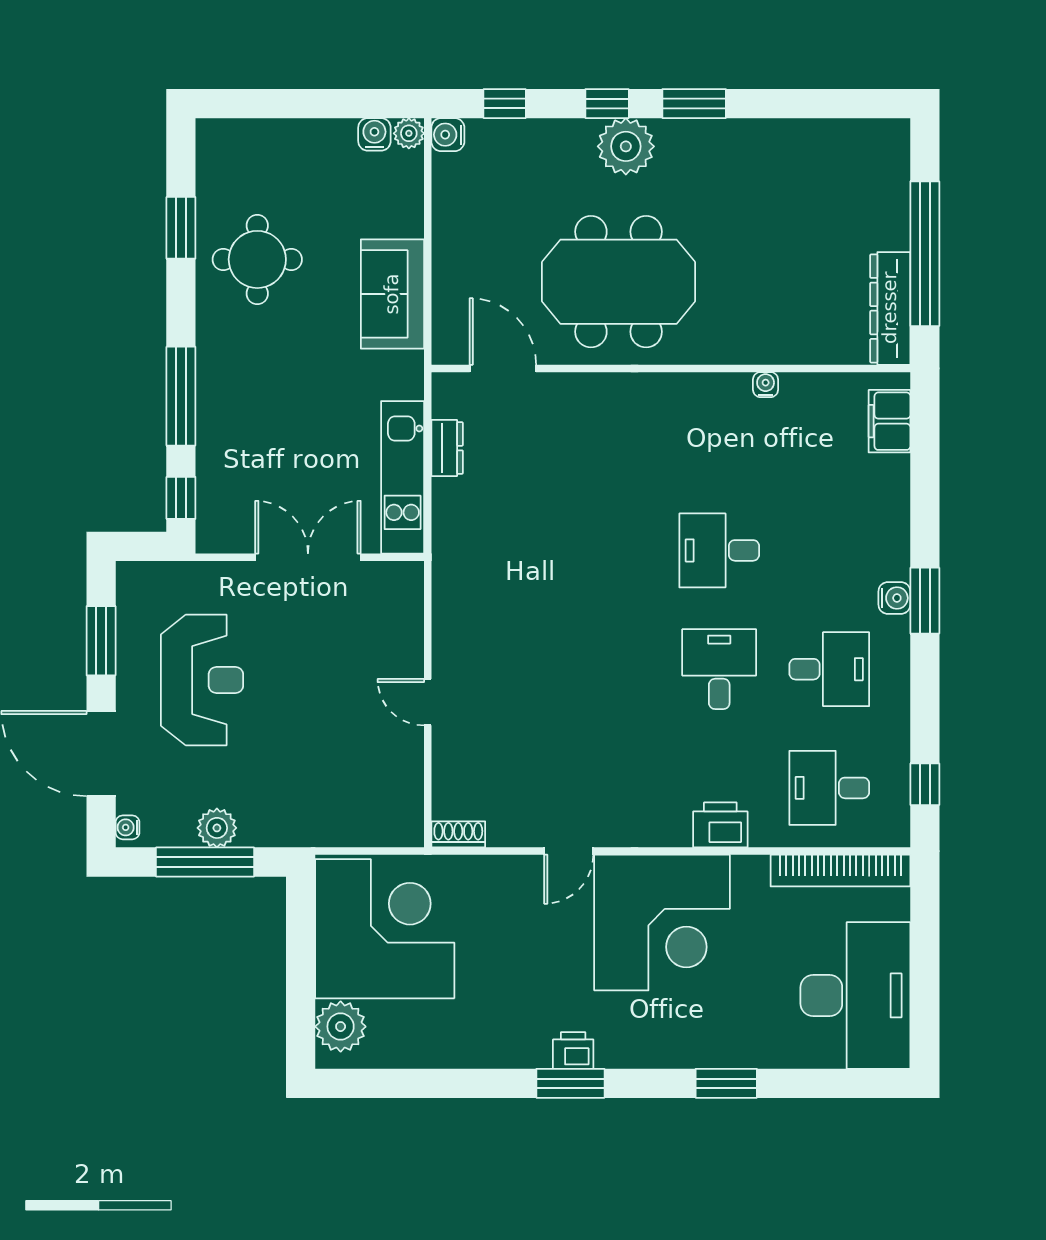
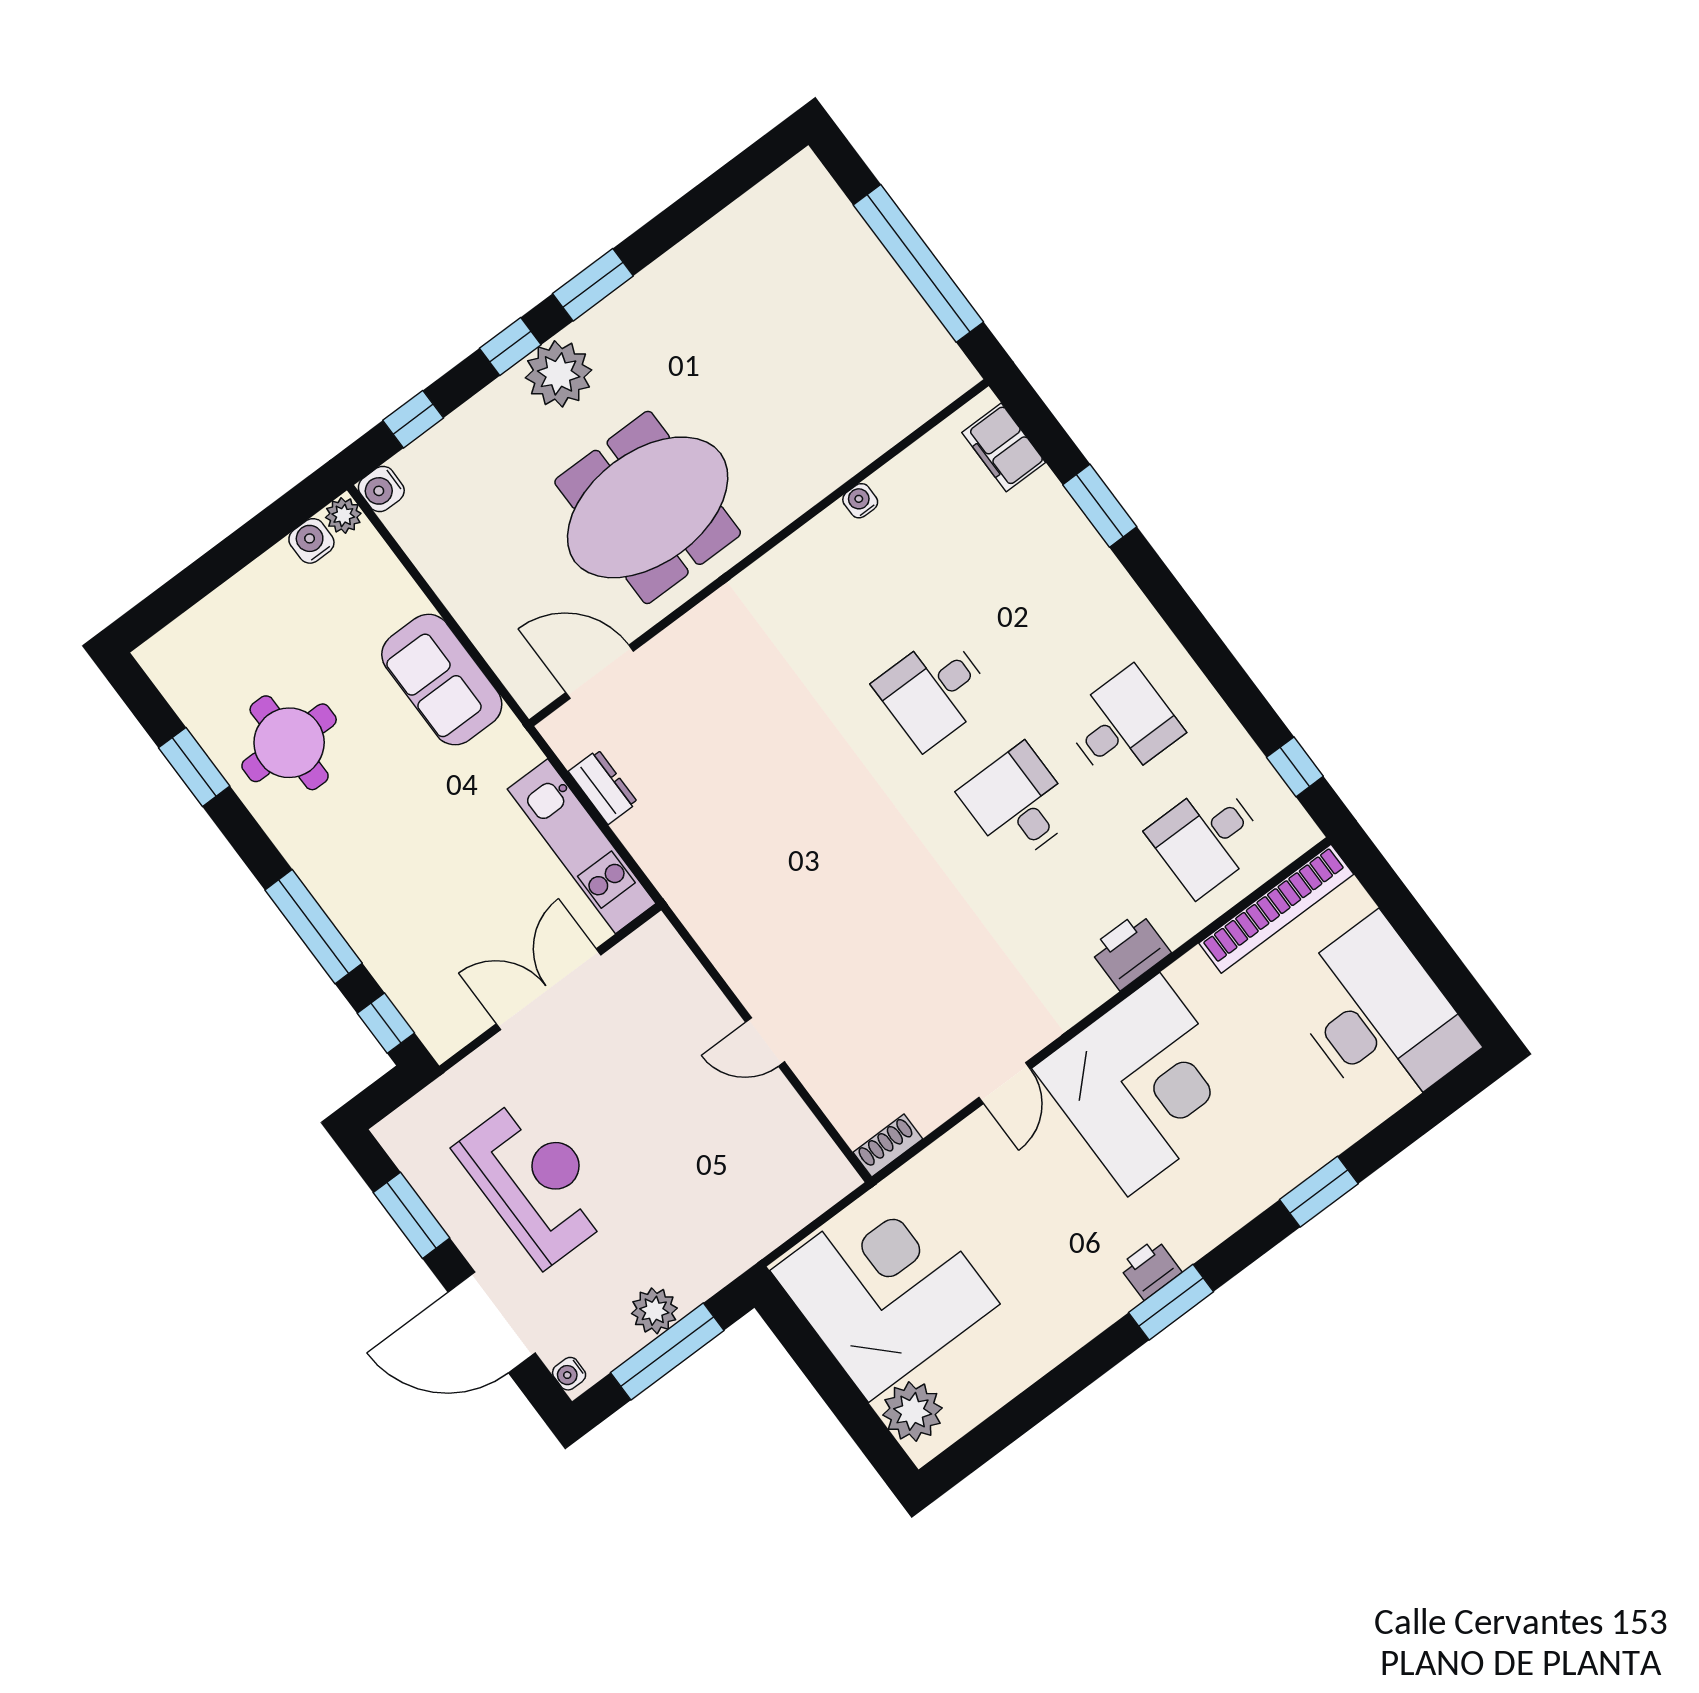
dresser: (890, 308) -> (924, 340), removed
water cooler: (894, 598) -> (1134, 612), removed
window: (925, 601) -> (1100, 506), moved

